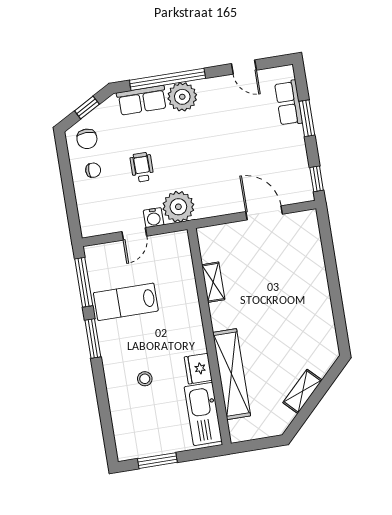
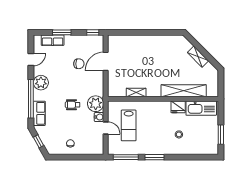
plant: (182, 97) -> (41, 83), moved
chair: (87, 139) -> (79, 64), moved
wheelchair: (142, 167) -> (73, 105), moved
lab bench: (126, 302) -> (129, 125), moved

